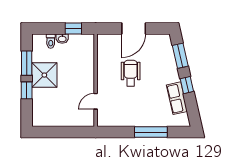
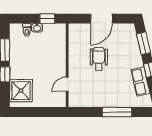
shower: (44, 75) -> (21, 91), moved

